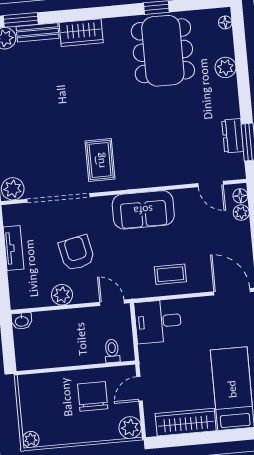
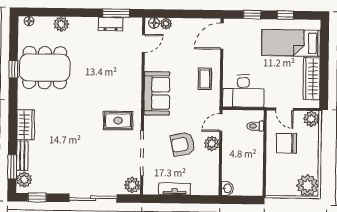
plant: (62, 295) -> (212, 143), moved
desk: (158, 321) -> (243, 91), width x1.37
plant: (31, 439) -> (308, 185), width x1.88, depth x1.88

